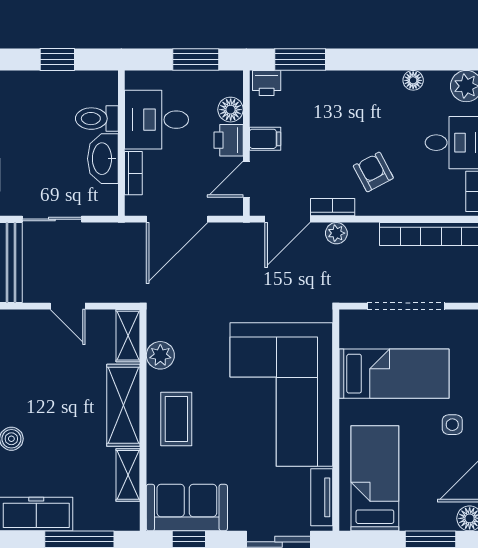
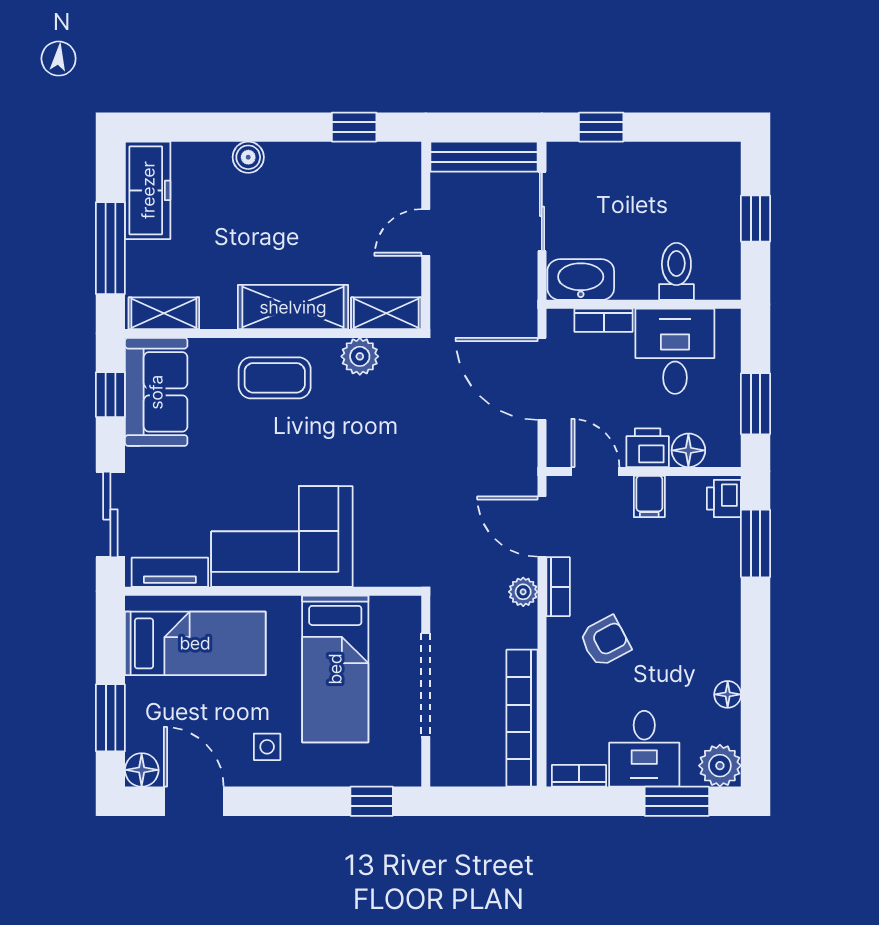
washbasin: (103, 159) -> (581, 280), moved
corner sofa: (281, 394) -> (282, 537), width x0.73, depth x0.74
shelving: (128, 475) -> (164, 313), moved

